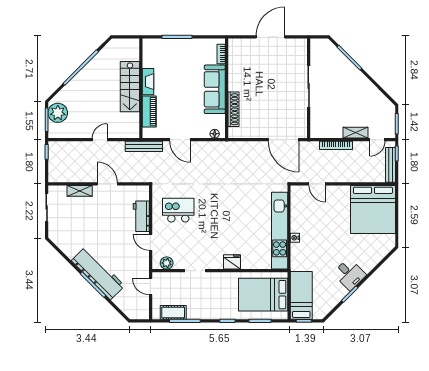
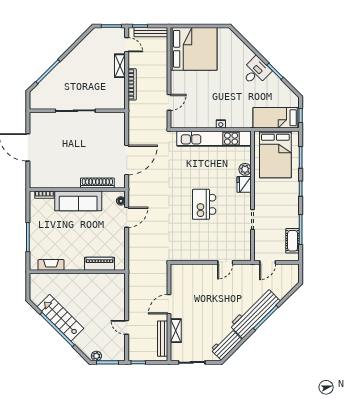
fireplace: (148, 82) -> (51, 265), moved
stairs: (130, 87) -> (60, 318), moved, turned -135
plant: (58, 113) -> (96, 356), width x0.53, depth x0.53
door: (100, 140) -> (127, 327), moved
door: (180, 140) -> (127, 217), moved
door: (284, 140) -> (127, 160), moved
bench: (144, 146) -> (163, 339), moved
kitchen island: (178, 210) -> (204, 204), moved
workbench: (141, 216) -> (226, 345), moved, turned 135
plant: (167, 263) -> (245, 169), moved

